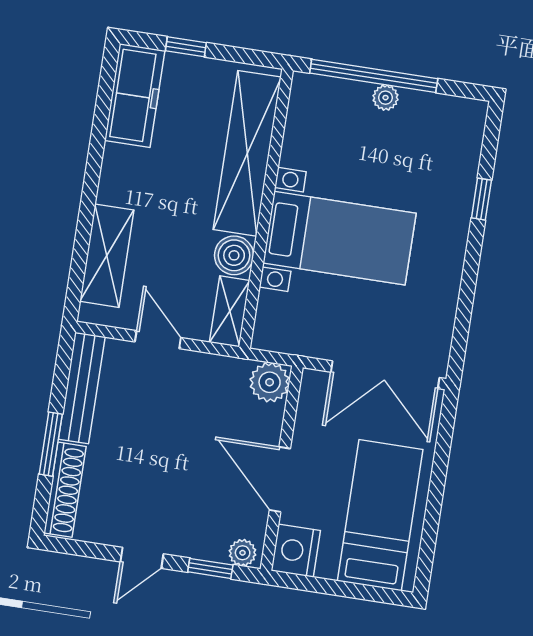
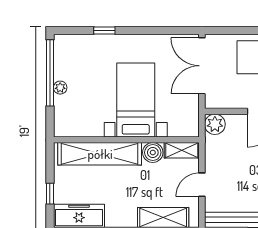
window: (374, 76) -> (50, 73), moved
double door: (385, 375) -> (202, 66), swing flipped

